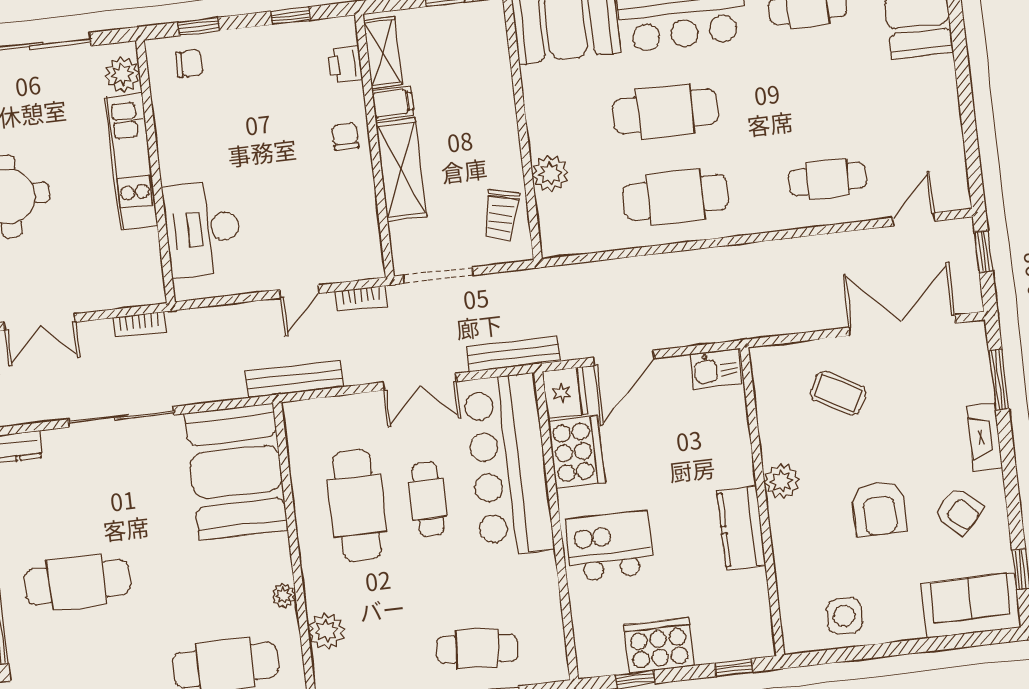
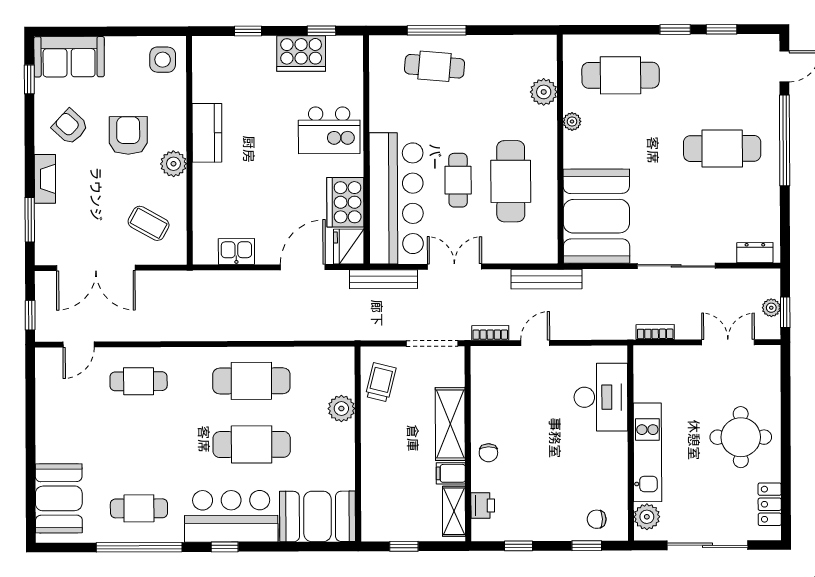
plant: (782, 481) -> (173, 164), moved
wall: (762, 502) -> (189, 150), moved
kitchen counter: (741, 528) -> (207, 133), moved

